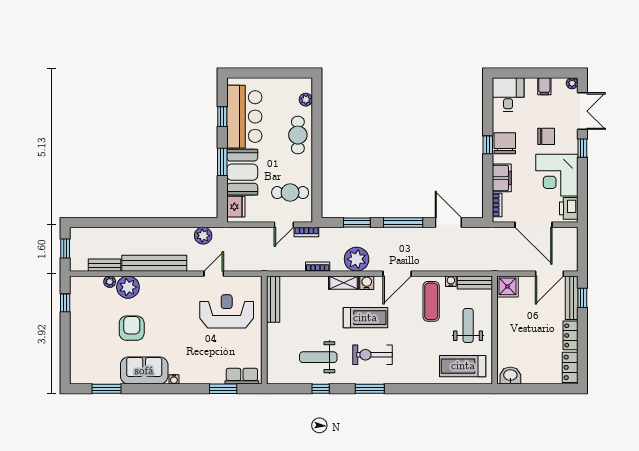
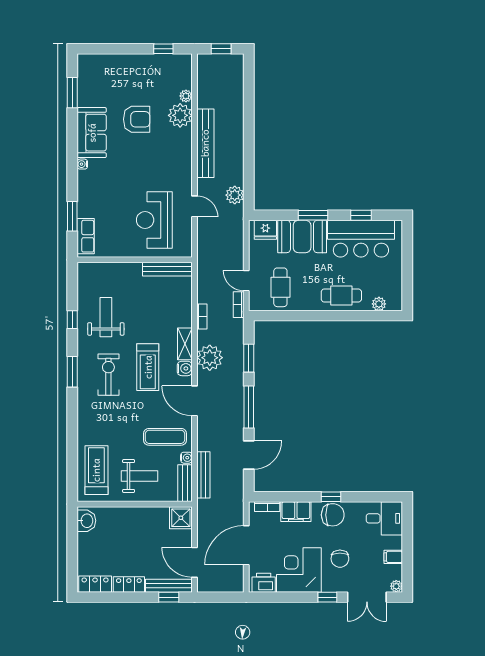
bench: (104, 265) -> (203, 475), moved, width x1.36
reception desk: (227, 311) -> (154, 220), turned 180

